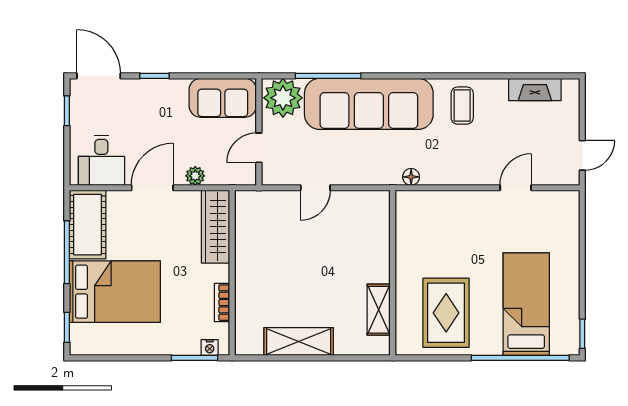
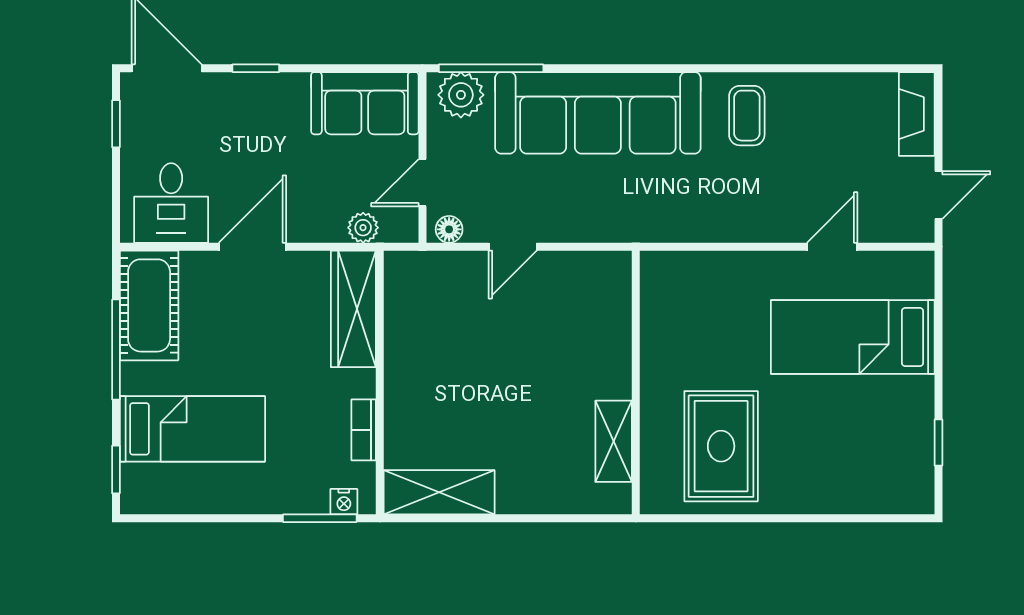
window: (328, 76) -> (491, 68), moved
fireplace: (535, 90) -> (917, 114), moved, turned 90
plant: (283, 98) -> (461, 95), width x0.73, depth x0.73
plant: (195, 176) -> (363, 228), moved
floor lamp: (411, 177) -> (449, 229), moved
bed: (115, 292) -> (192, 429), width x0.67
bed: (526, 304) -> (853, 337), moved, turned -90
window: (582, 334) -> (938, 443), moved
shelving: (299, 342) -> (439, 492), moved
window: (520, 358) -> (840, 518), removed

